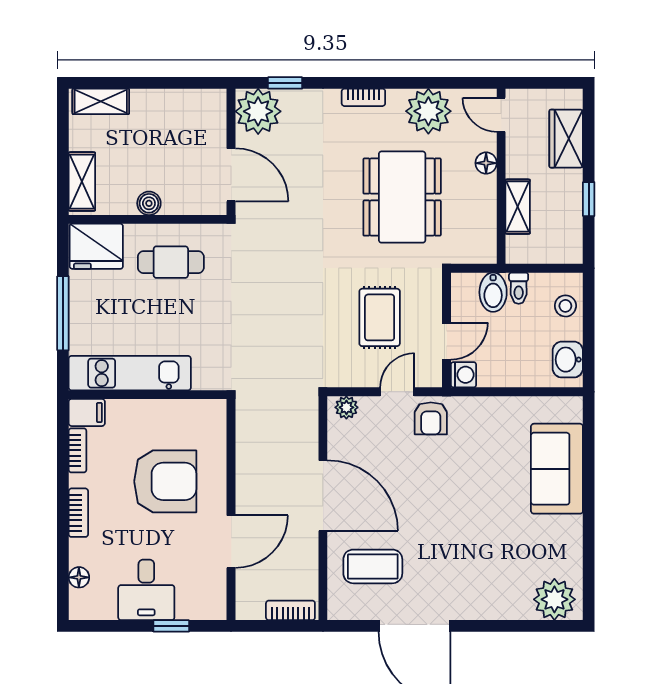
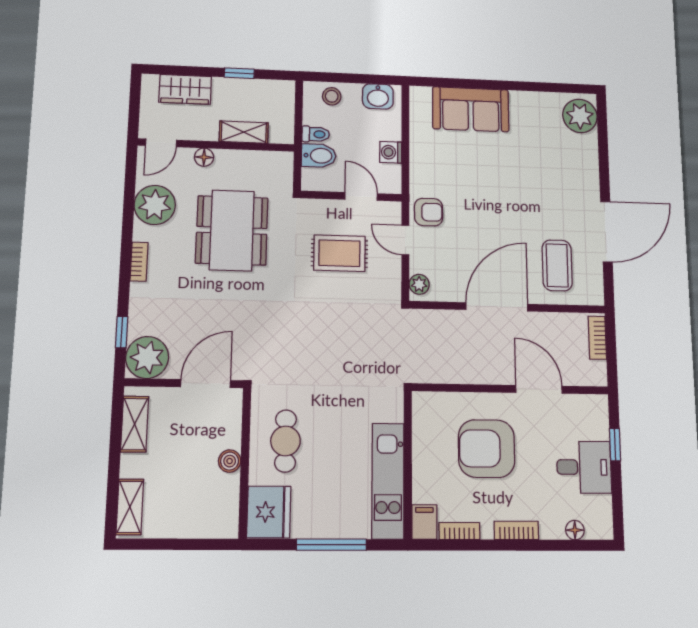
shelving: (82, 182) -> (135, 424), moved, turned 90
dining table: (402, 197) -> (232, 230), turned 90
washing machine: (463, 375) -> (391, 152), moved, turned -90
armchair: (165, 481) -> (487, 449), turned -90

